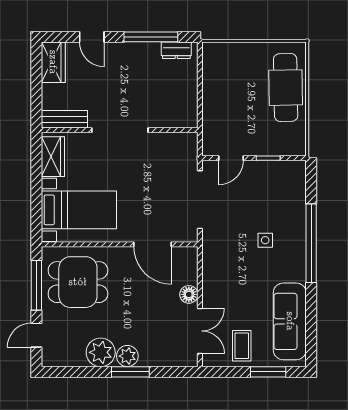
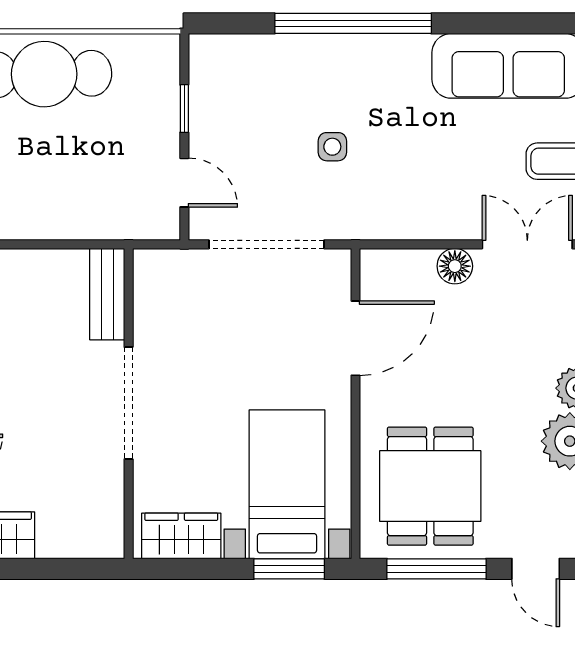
bench: (64, 119) -> (107, 294), moved
window: (36, 211) -> (289, 569), added
side table: (265, 240) -> (332, 147), moved

